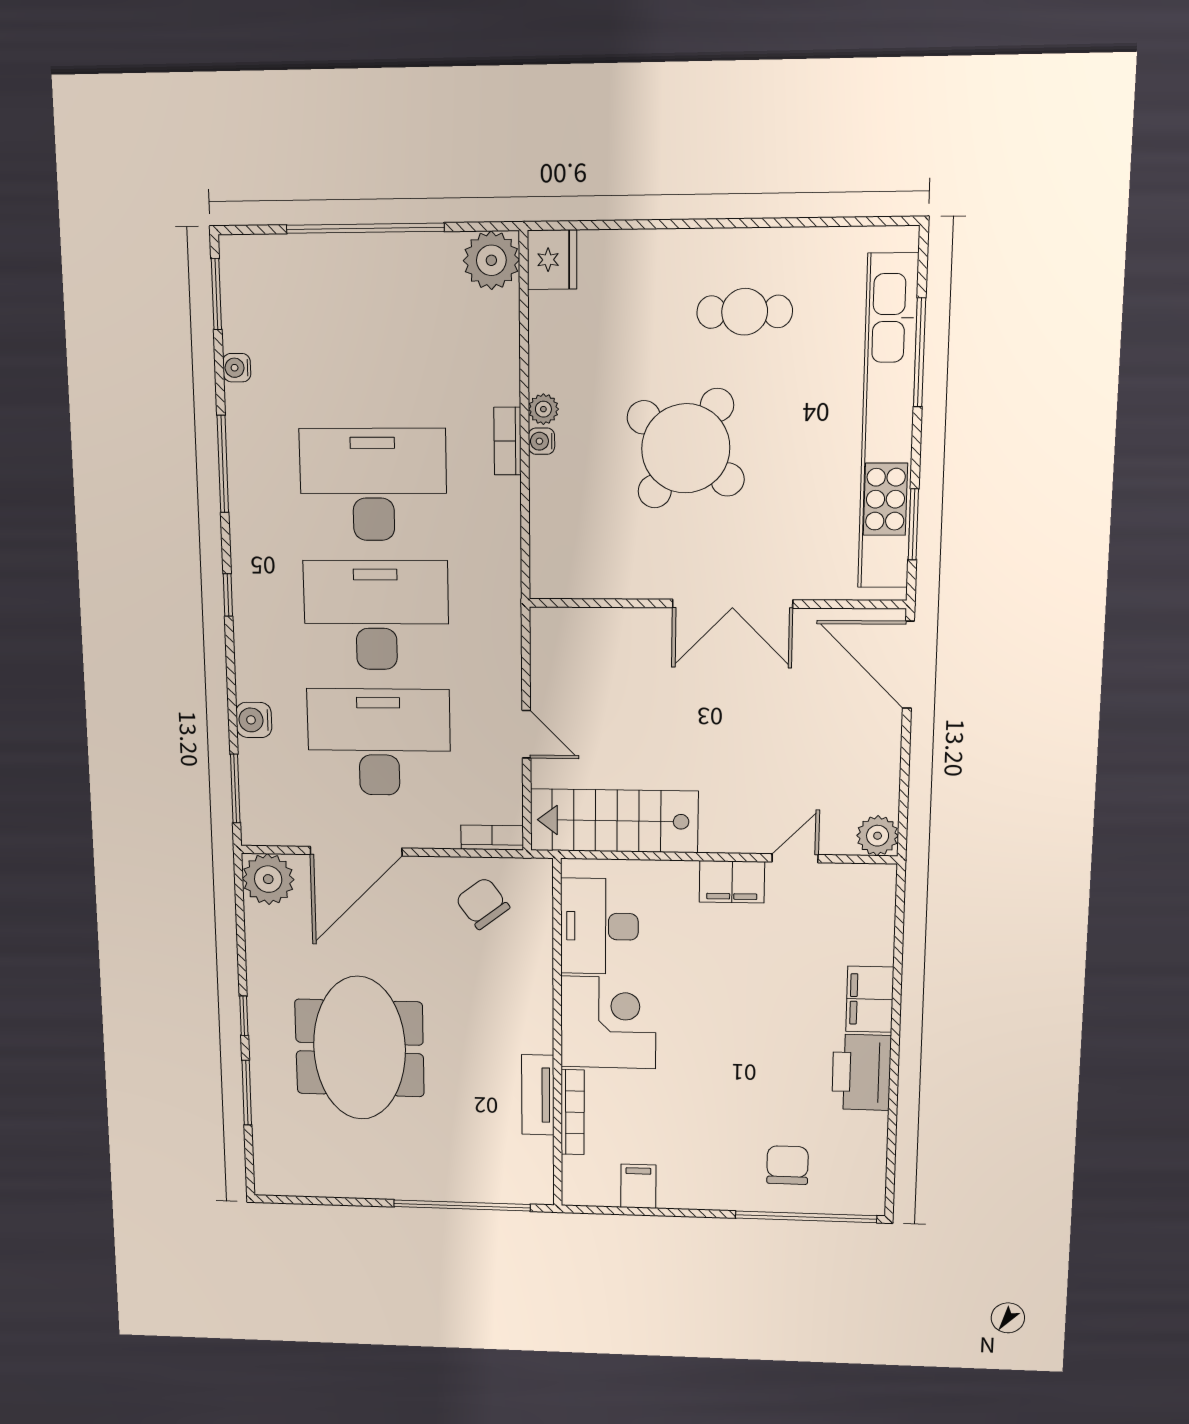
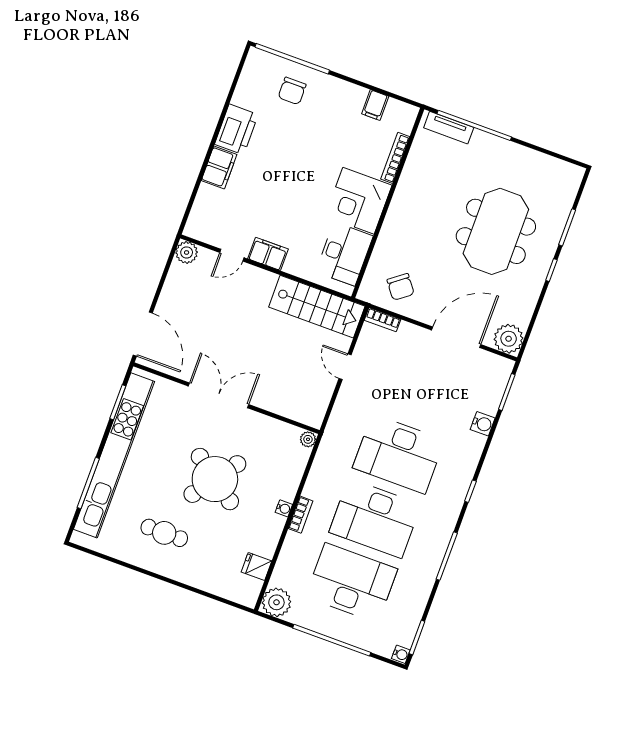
fridge: (552, 260) -> (256, 567), moved, width x0.72
water cooler: (237, 368) -> (401, 654), moved
plant: (543, 409) -> (308, 439), moved
desk: (379, 742) -> (351, 583), moved, turned 180
tv unit: (538, 1095) -> (449, 128), moved, turned 90

